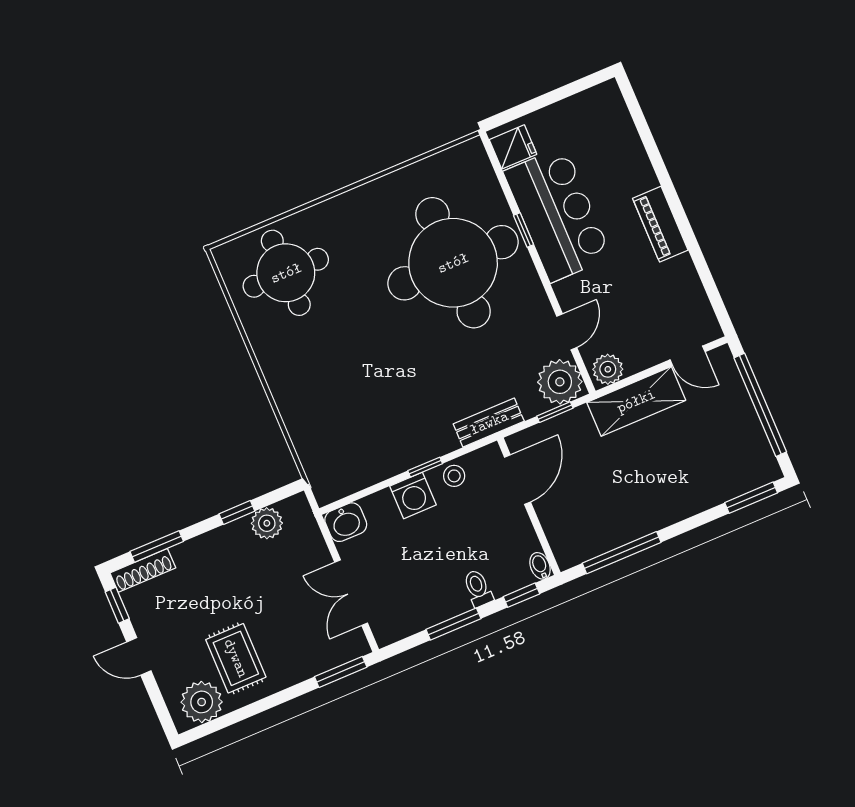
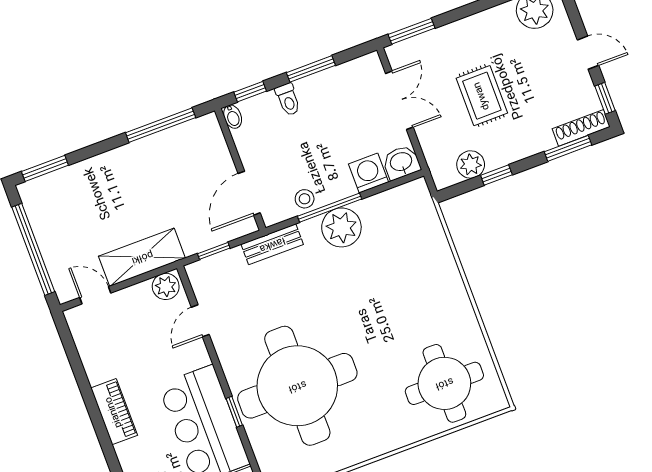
plant: (560, 382) -> (341, 227), moved
window: (425, 467) -> (330, 208), width x2.17
washing machine: (413, 495) -> (369, 173), moved
rug: (236, 658) -> (482, 96), moved

